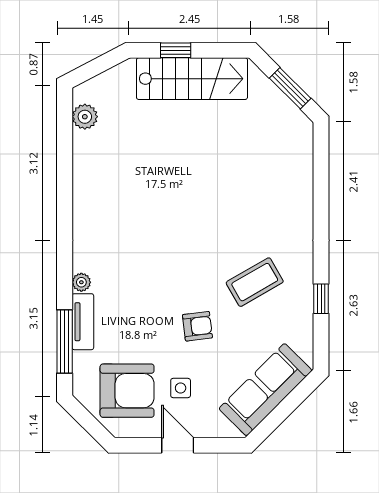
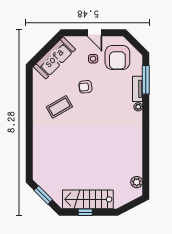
window: (176, 50) -> (85, 212), moved
window: (321, 299) -> (29, 99), removed
armchair: (127, 391) -> (117, 57), turned -90

